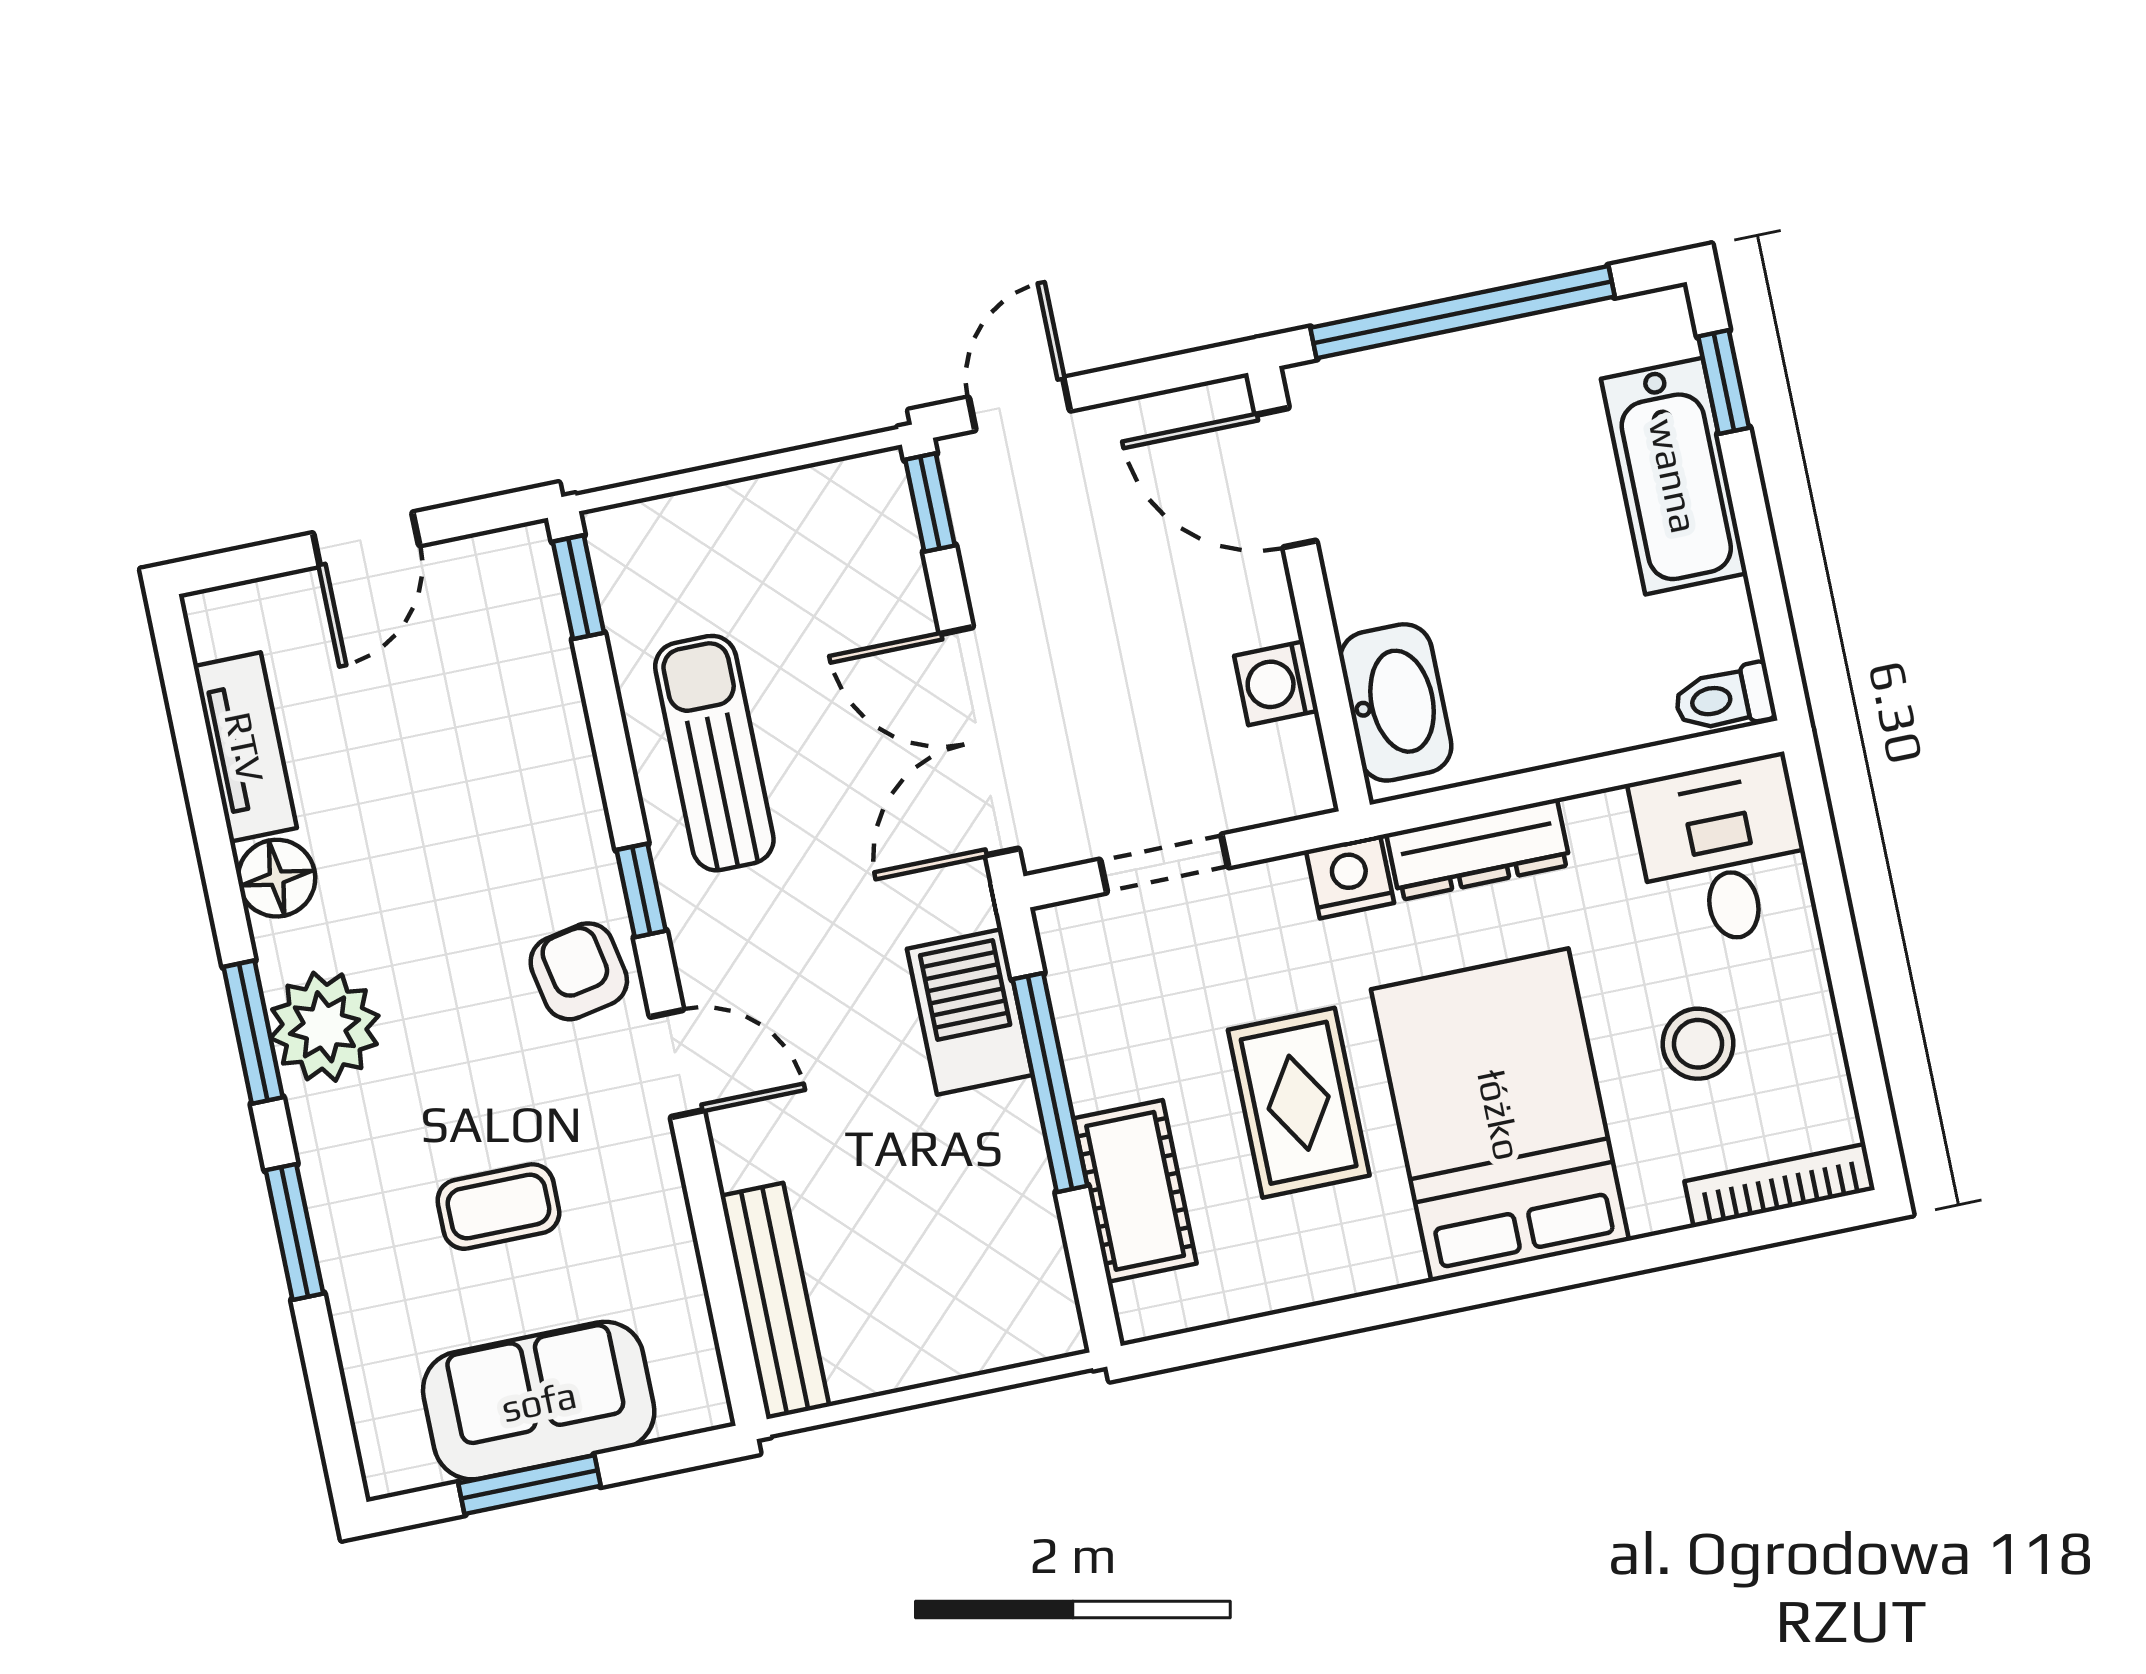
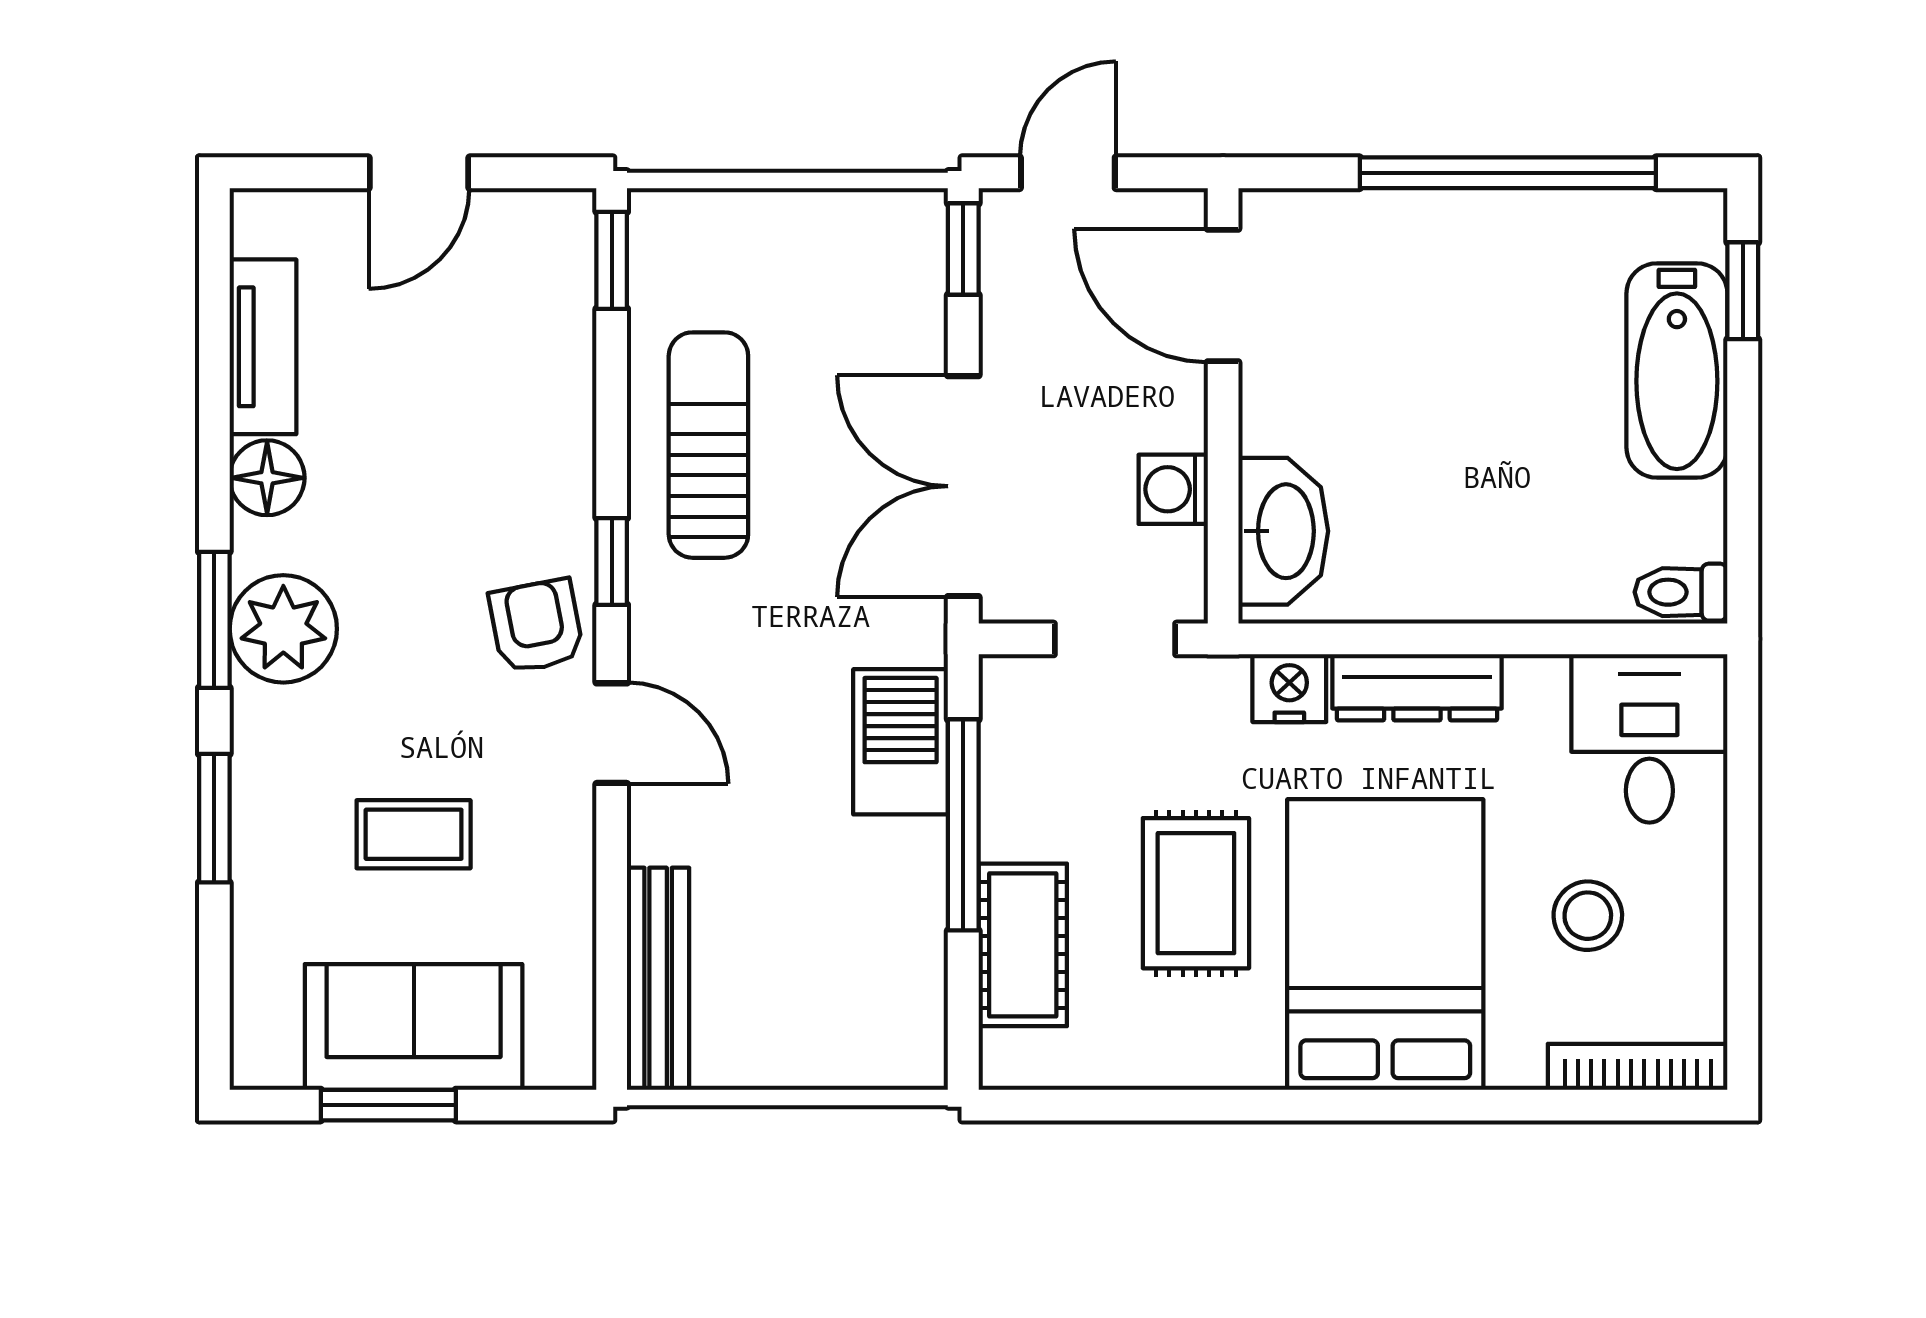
door: (1286, 478) -> (1223, 296), moved
wall: (1309, 589) -> (1223, 406), moved
washing machine: (1276, 683) -> (1173, 489), moved
washbasin: (1396, 702) -> (1283, 531), moved

